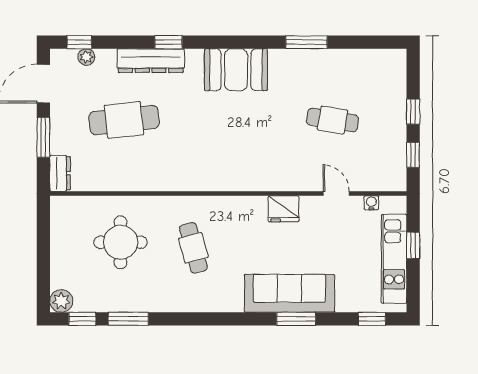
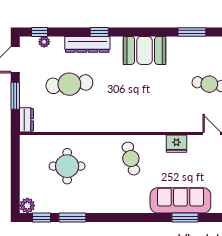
cafe table: (193, 248) -> (131, 159), moved

